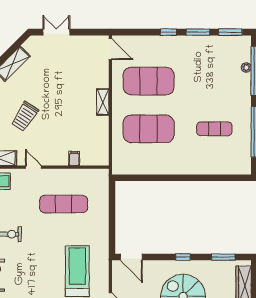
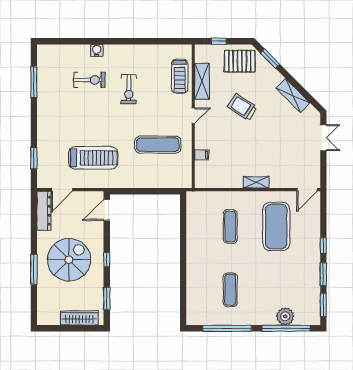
plant: (246, 67) -> (285, 316), width x1.88, depth x1.88
exercise mat: (149, 129) -> (230, 226), width x0.50, depth x0.69
exercise mat: (64, 204) -> (158, 145), turned 90

